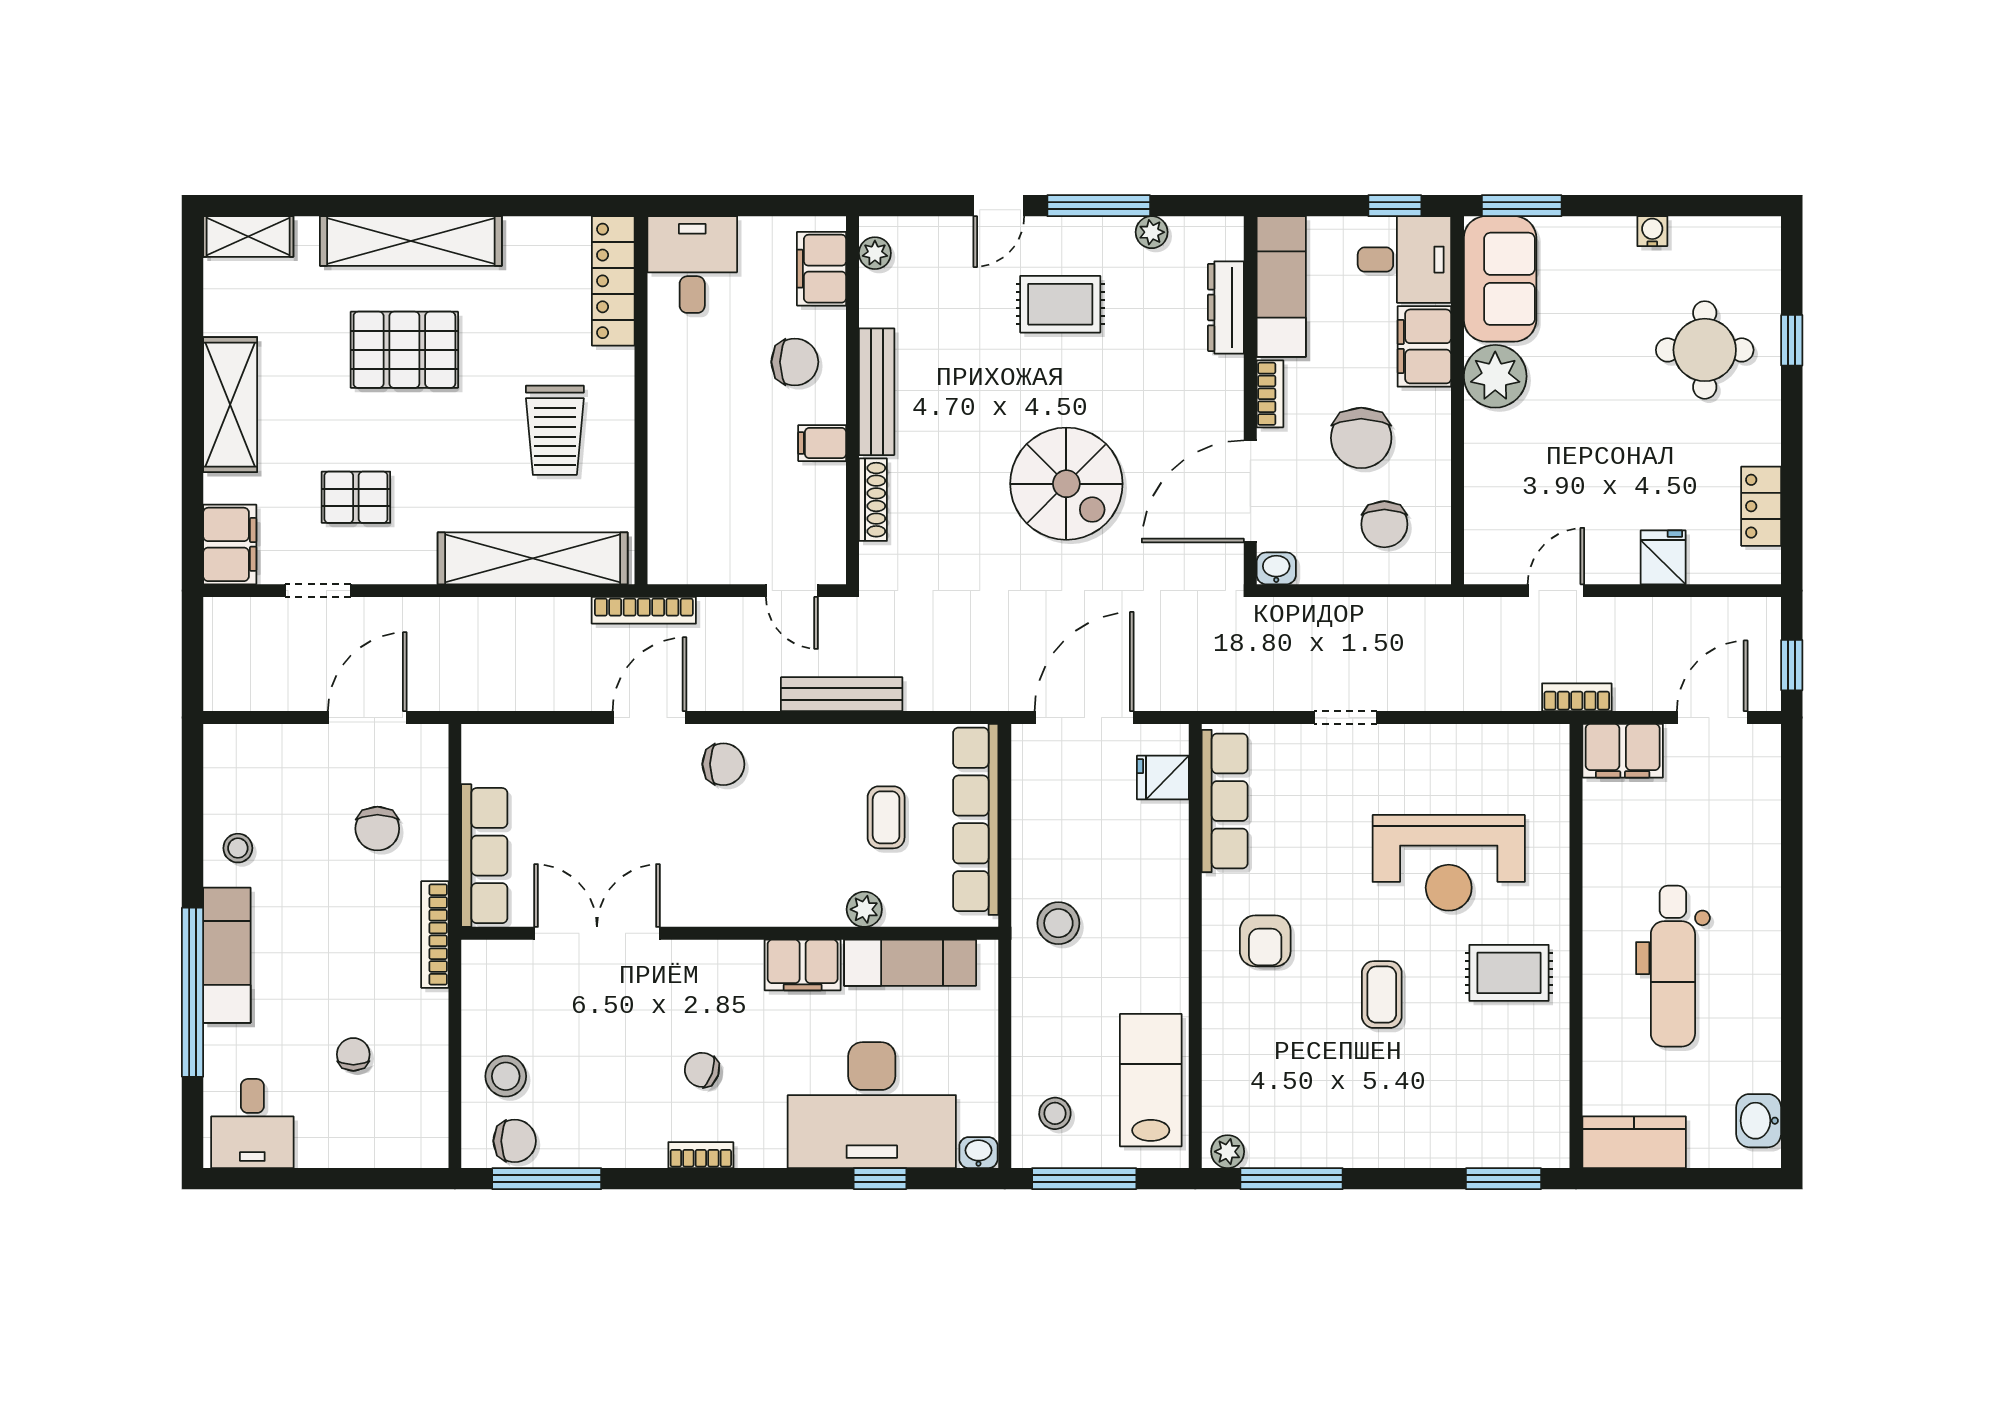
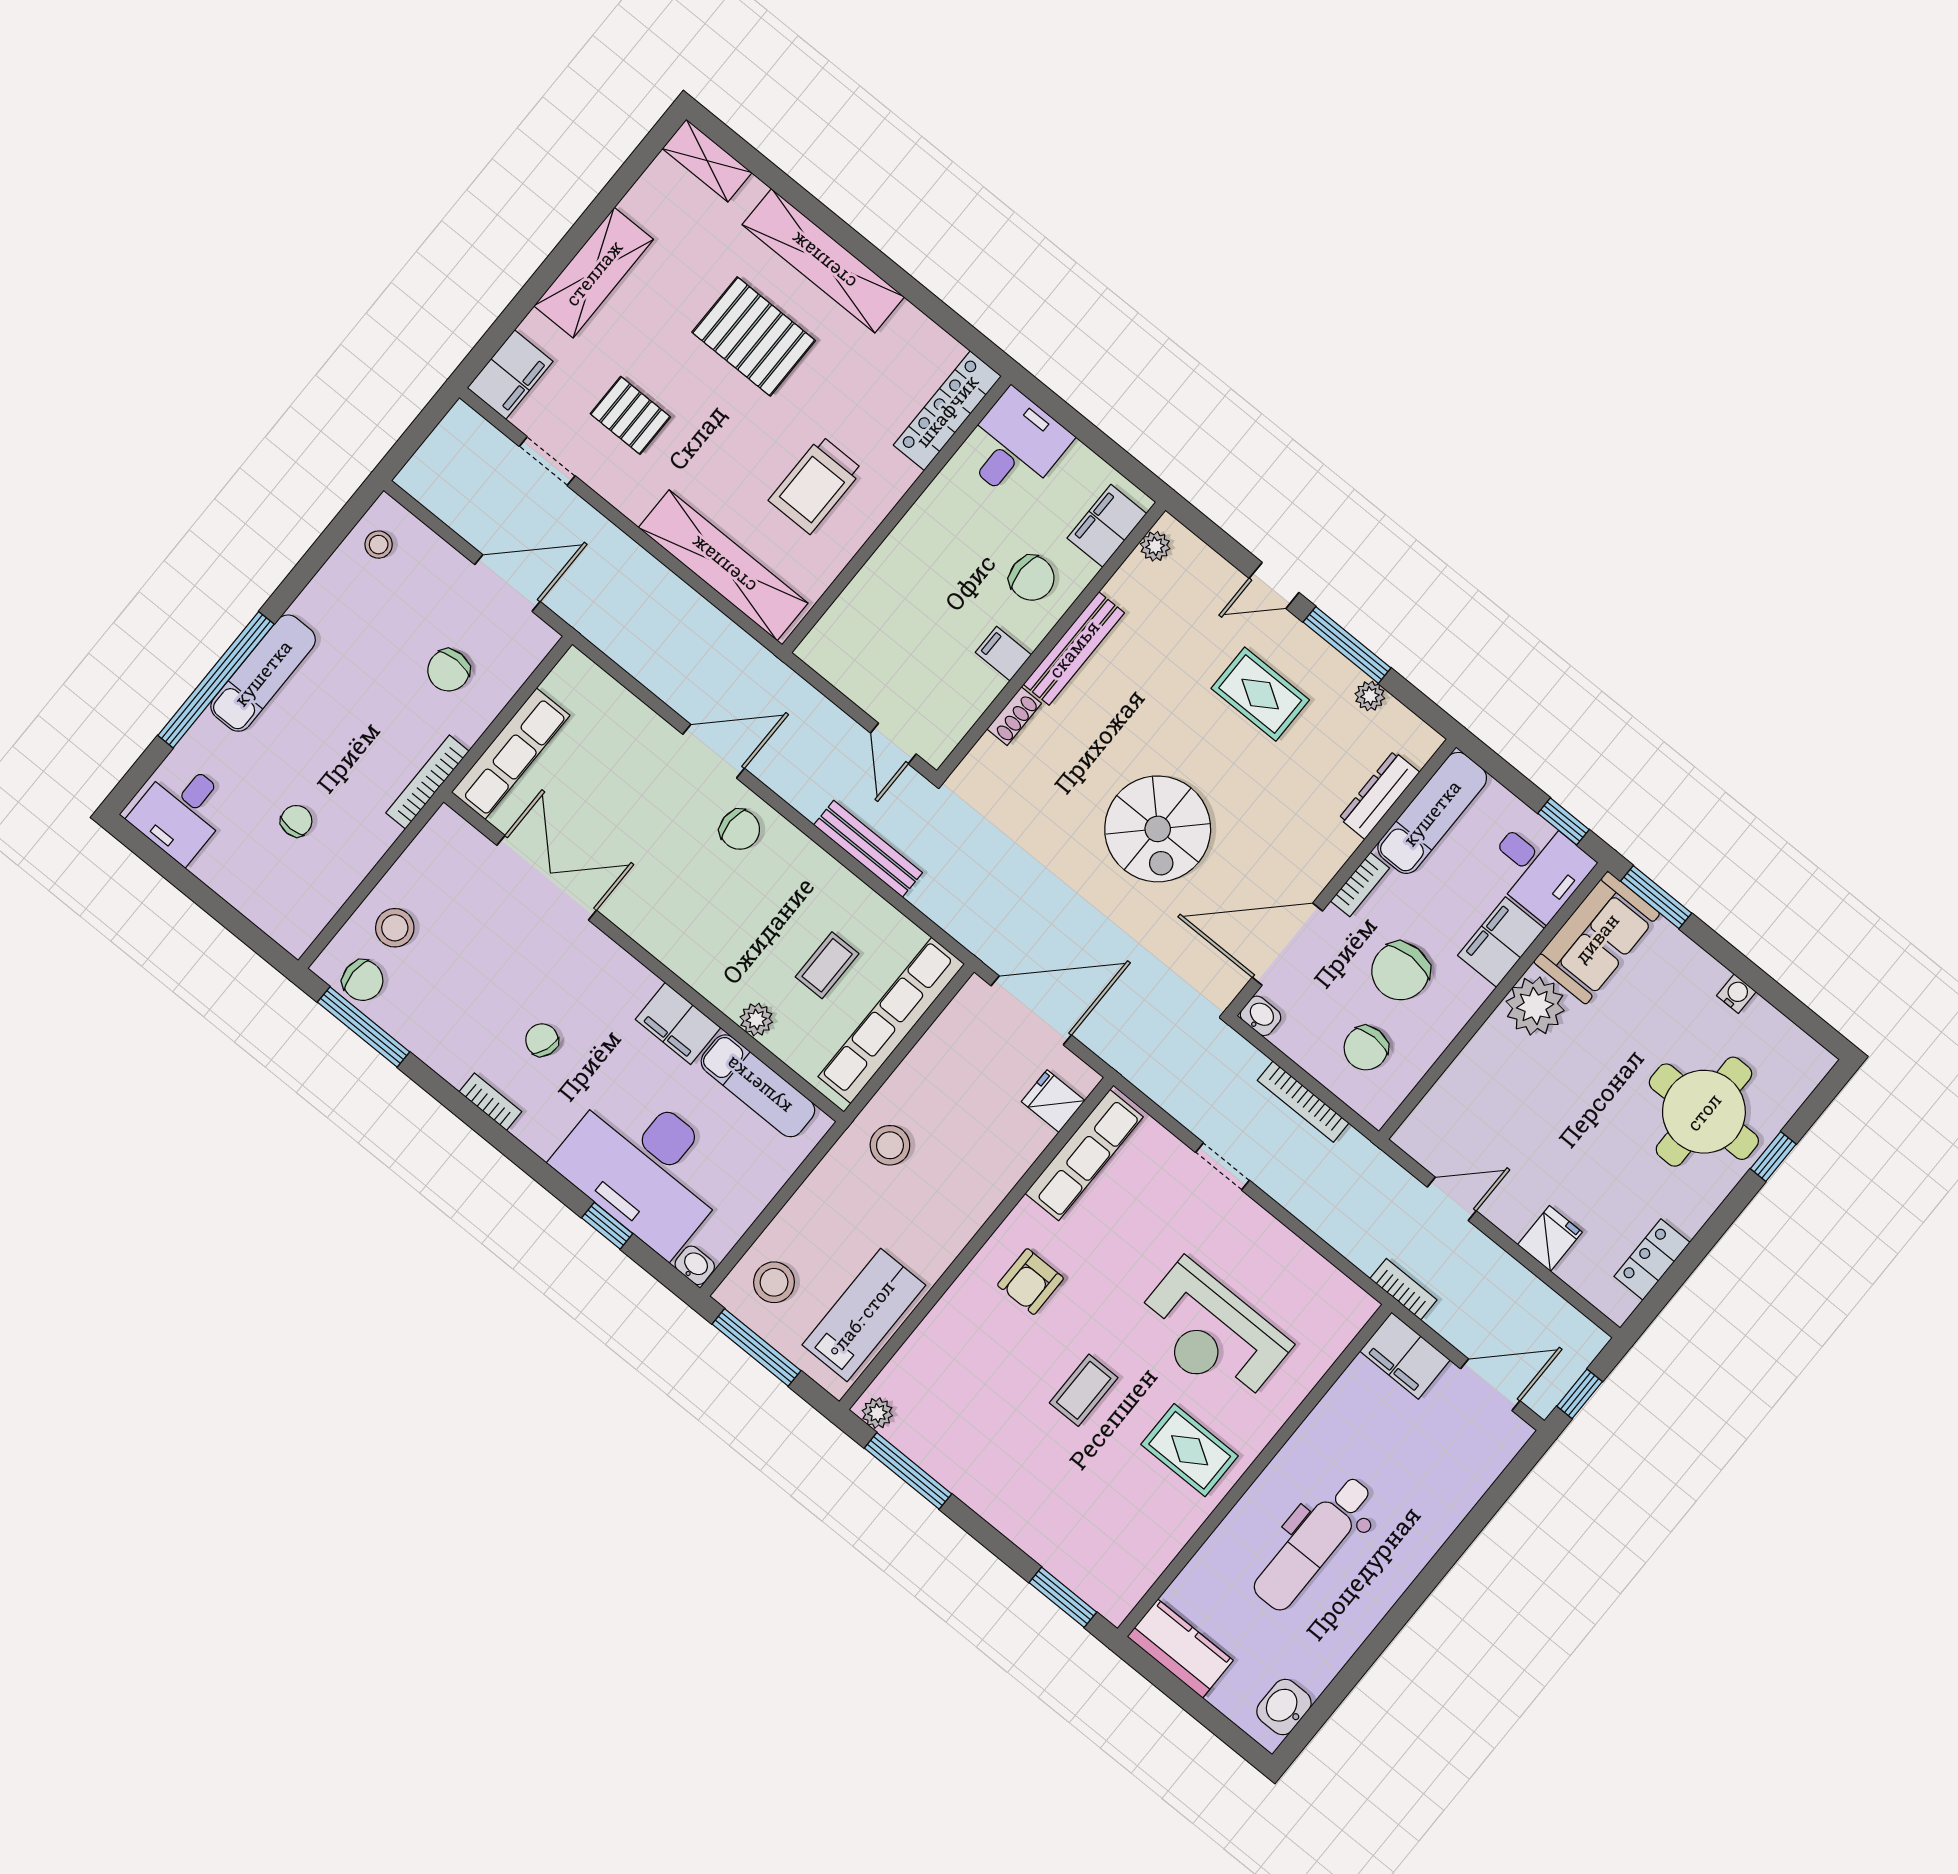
round table: (1705, 350) -> (1704, 1112), width x1.36, depth x1.36
shoe rack: (873, 500) -> (1014, 716), width x0.70
bookcase: (644, 610) -> (1303, 1102), moved
stool: (238, 848) -> (379, 545), moved
stool: (1055, 1113) -> (774, 1282), width x1.37, depth x1.37

